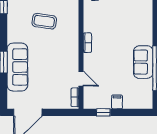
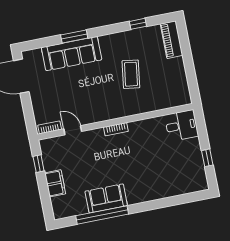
door: (81, 79) -> (73, 130), swing flipped
filing cabinet: (117, 102) -> (55, 183), width x2.00

